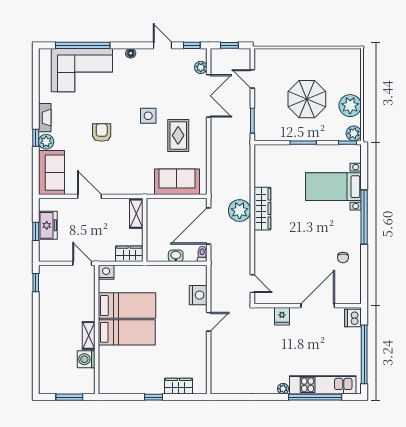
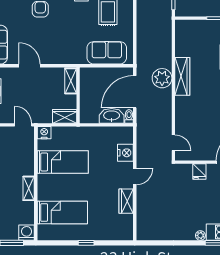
washbasin: (176, 256) -> (112, 116), width x1.91, depth x1.45
bed: (127, 332) -> (62, 212), moved
washing machine: (86, 359) -> (27, 233), moved, turned 90
wardrobe: (178, 386) -> (126, 201), moved, turned -90

